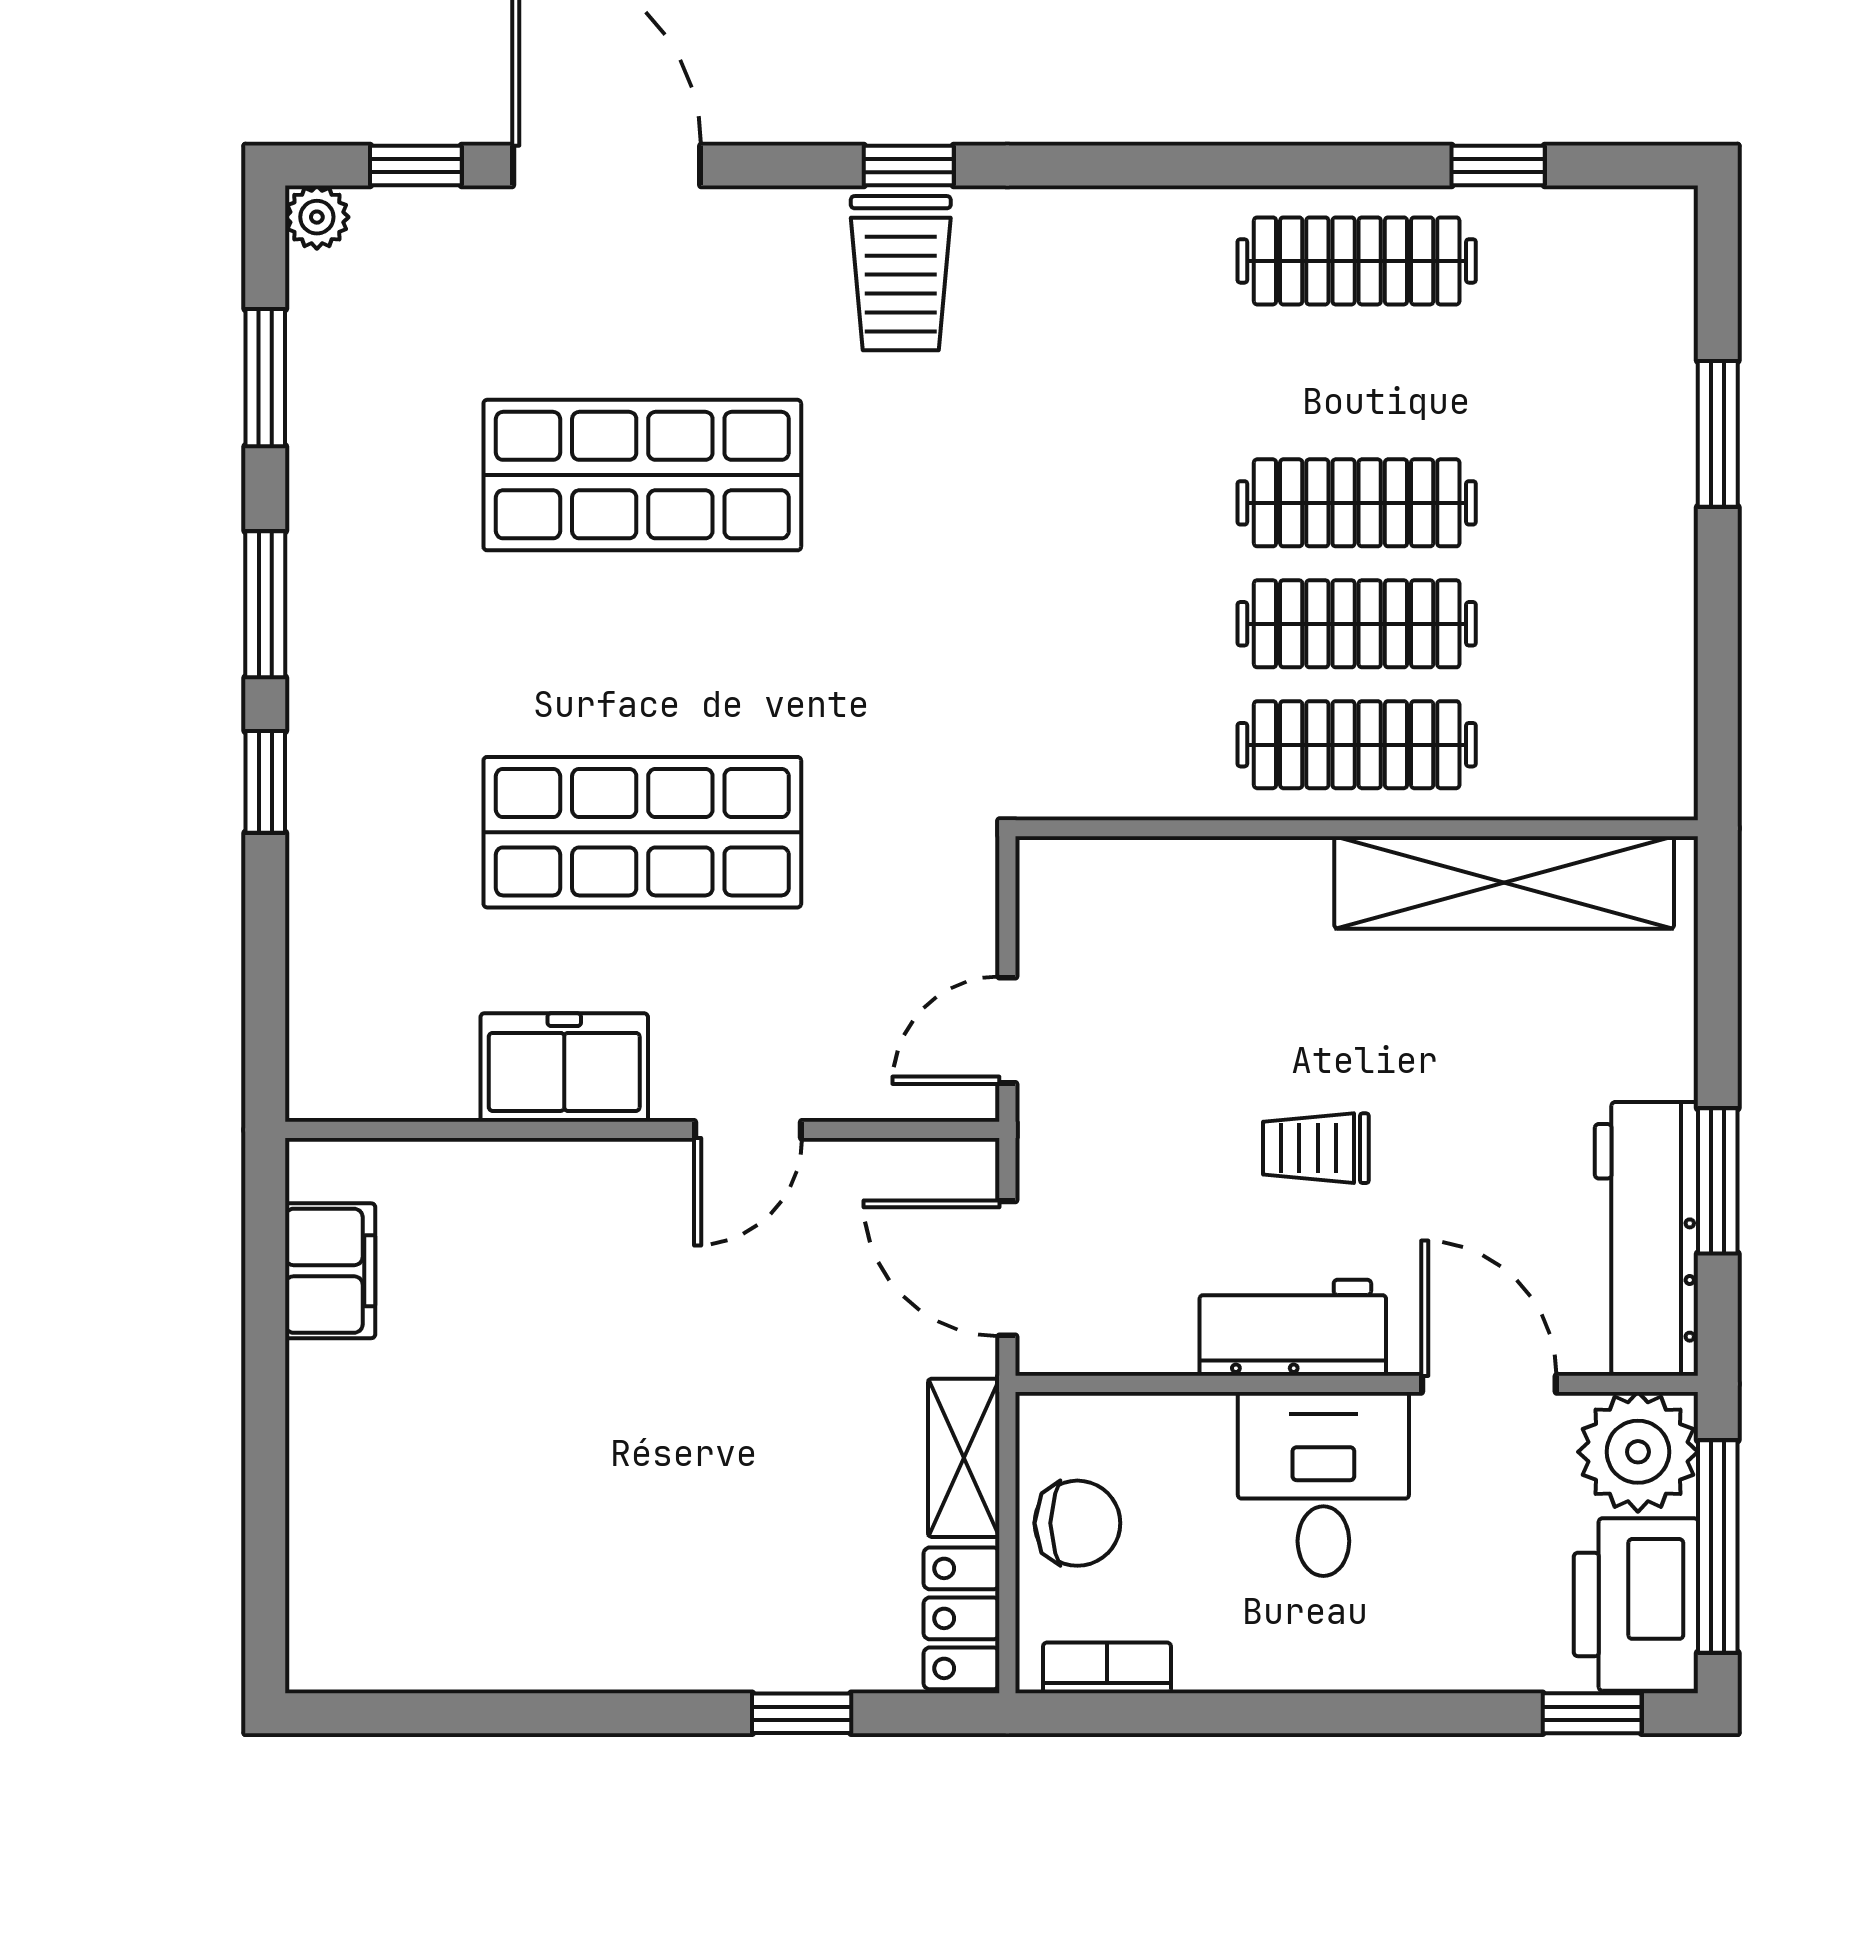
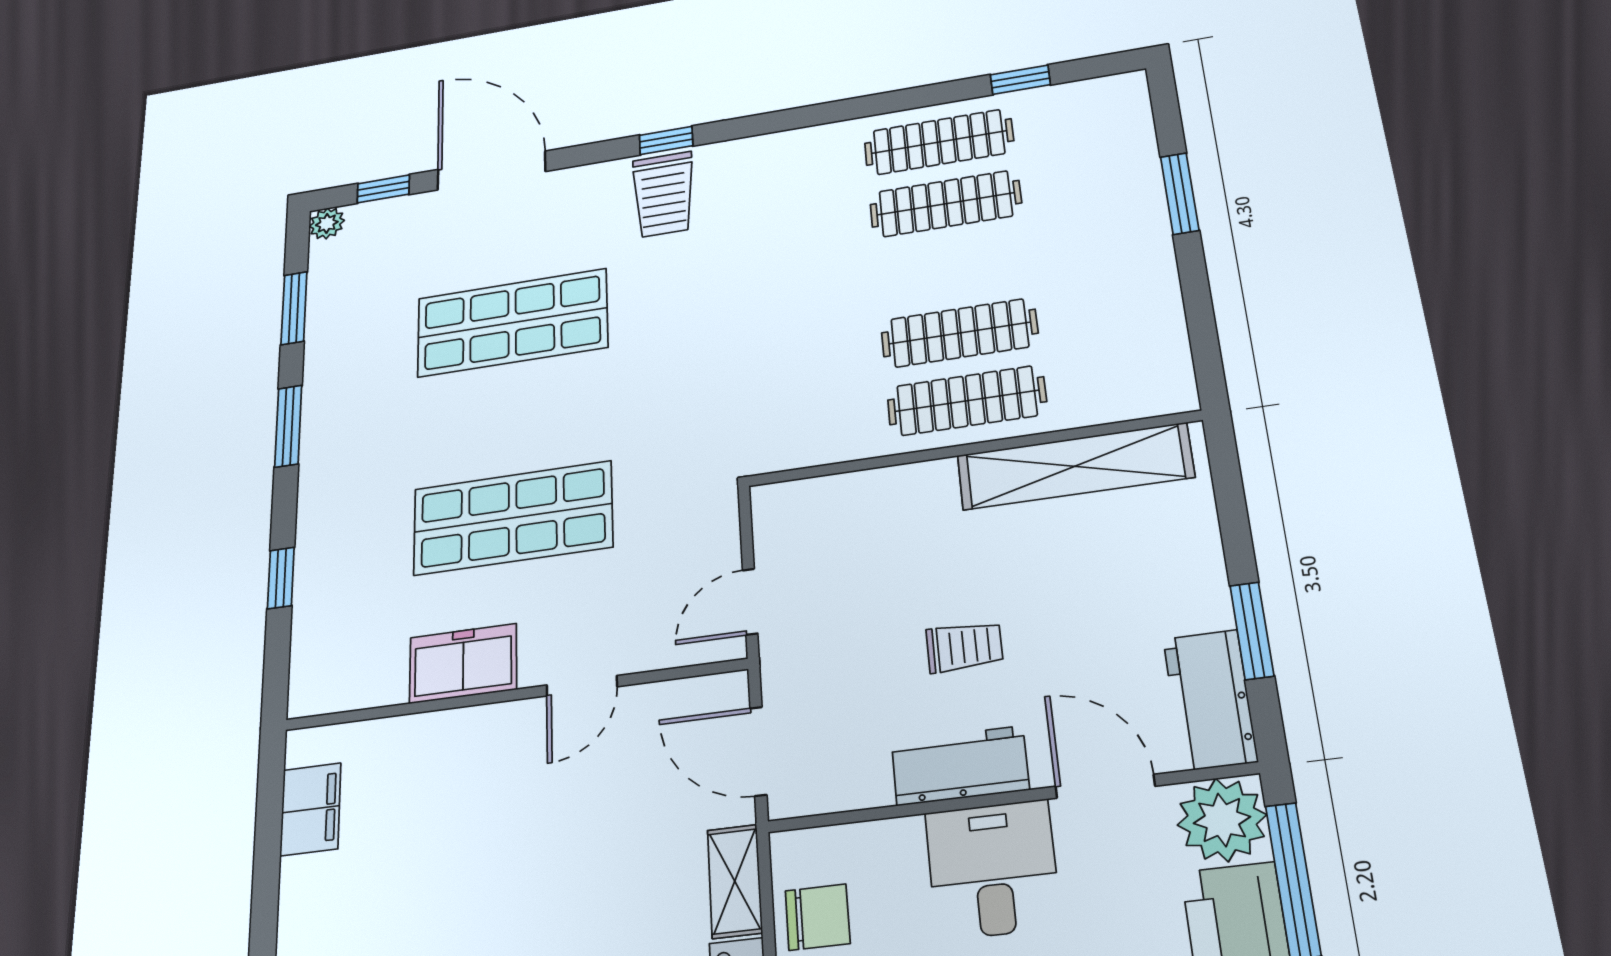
clothes rail: (1357, 503) -> (945, 204), moved
window: (265, 782) -> (281, 578), moved
trolley: (1316, 1148) -> (964, 647), turned 180
workbench: (1646, 1239) -> (1210, 700), width x0.73

